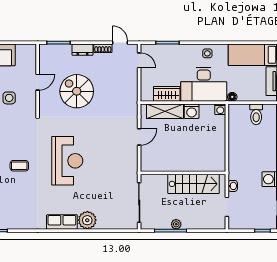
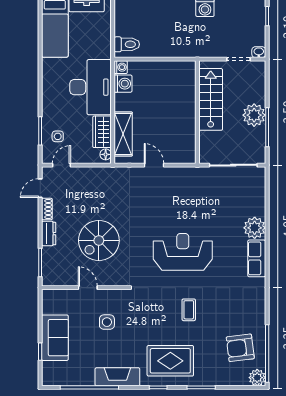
side table: (207, 53) -> (58, 136), moved
floor lamp: (232, 97) -> (106, 154), moved
washing machine: (192, 111) -> (123, 84), moved
toilet: (256, 114) -> (127, 44), moved
washbasin: (233, 186) -> (259, 52), moved
plant: (176, 224) -> (254, 115), width x1.88, depth x1.88

